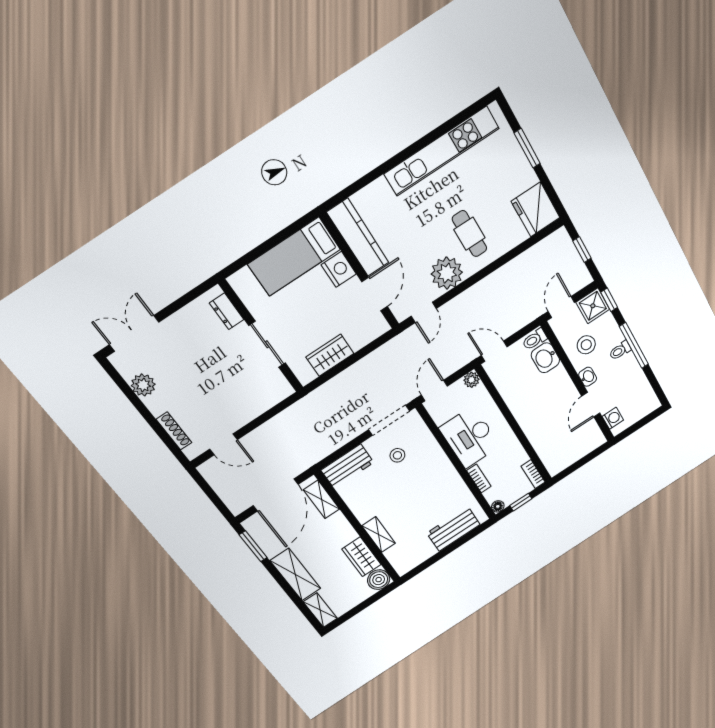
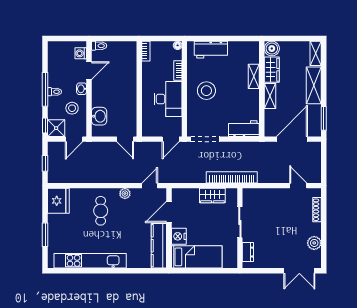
plant: (447, 273) -> (125, 194), width x0.53, depth x0.53
toilet: (535, 339) -> (99, 46), moved
plant: (471, 380) -> (147, 131), removed
bookcase: (321, 396) -> (232, 177), added
stool: (397, 455) -> (206, 91), moved, width x1.89, depth x1.89
shelving: (322, 499) -> (270, 96), moved
window: (521, 502) -> (163, 39), removed

